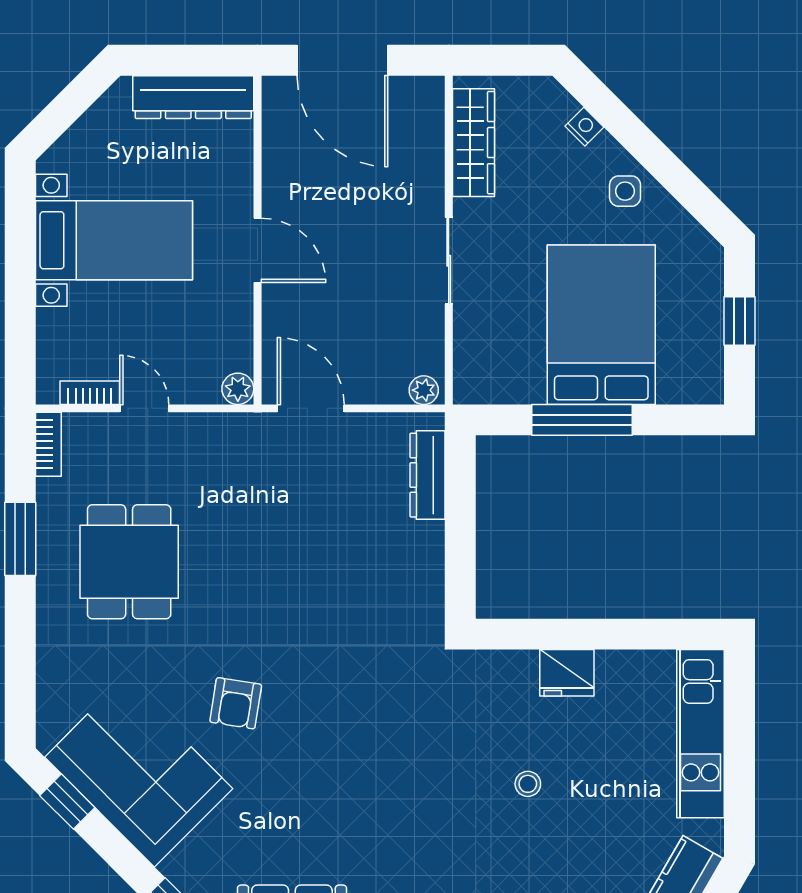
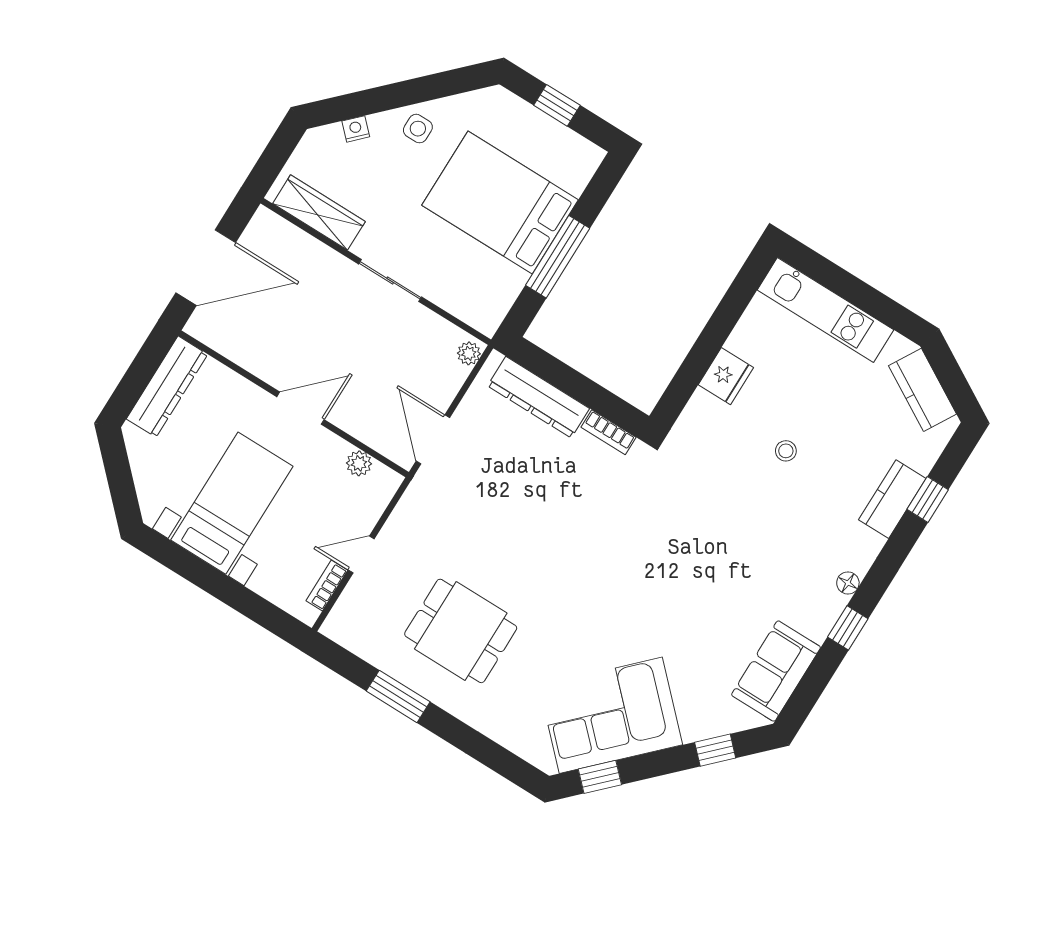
plant: (238, 389) -> (359, 463), moved
door: (311, 408) -> (433, 439), hinge flipped
bookcase: (48, 444) -> (608, 432), moved, turned 180
dresser: (428, 475) -> (539, 397), width x1.37, depth x1.24
armchair: (236, 703) -> (604, 618), removed

